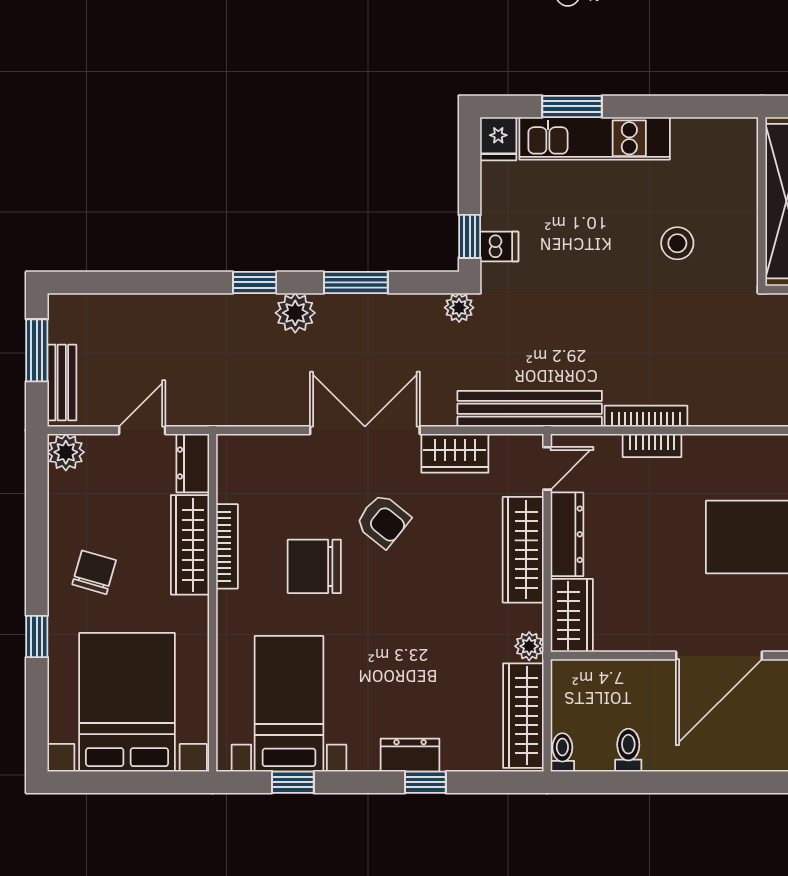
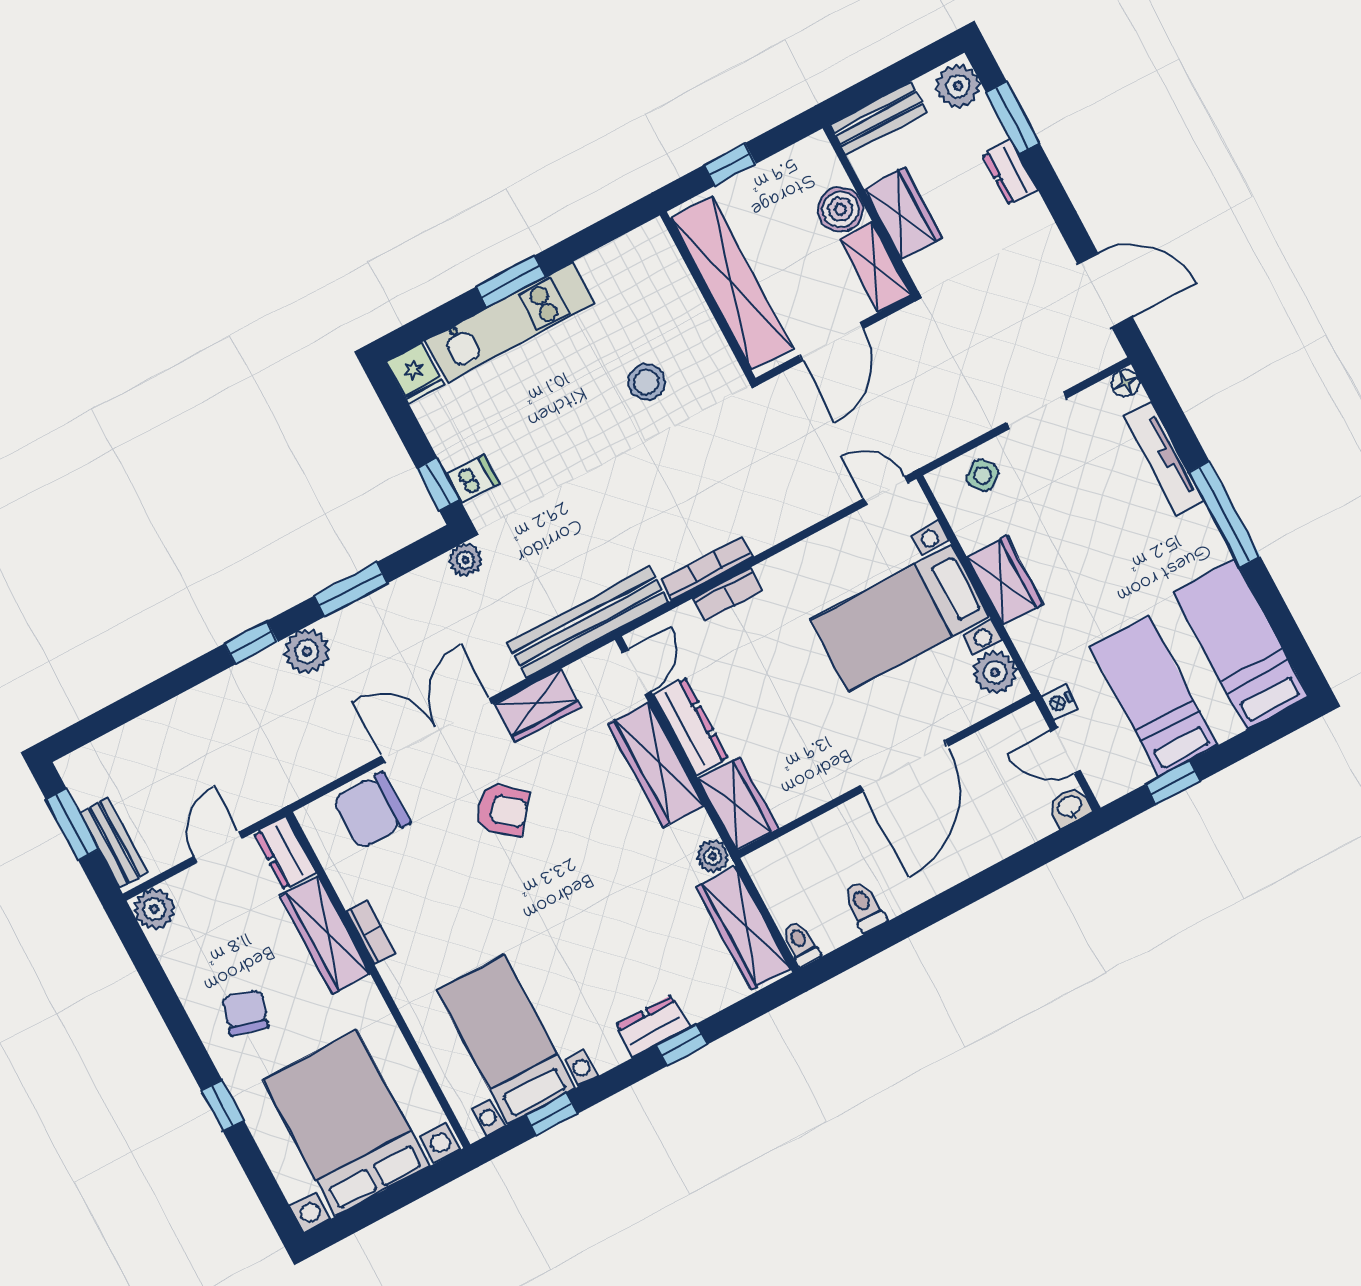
window: (572, 106) -> (511, 281), moved
bookcase: (227, 546) -> (371, 932), width x0.64
chair: (314, 566) -> (371, 811), moved

